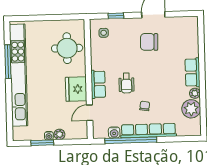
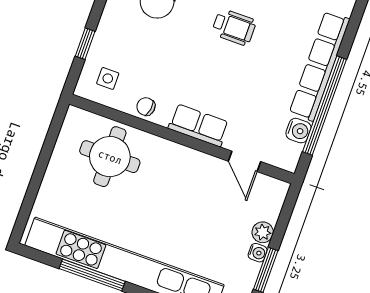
wheelchair: (126, 83) -> (234, 27), moved
fridge: (76, 89) -> (191, 169), removed
chair: (145, 106) -> (146, 107), moved

